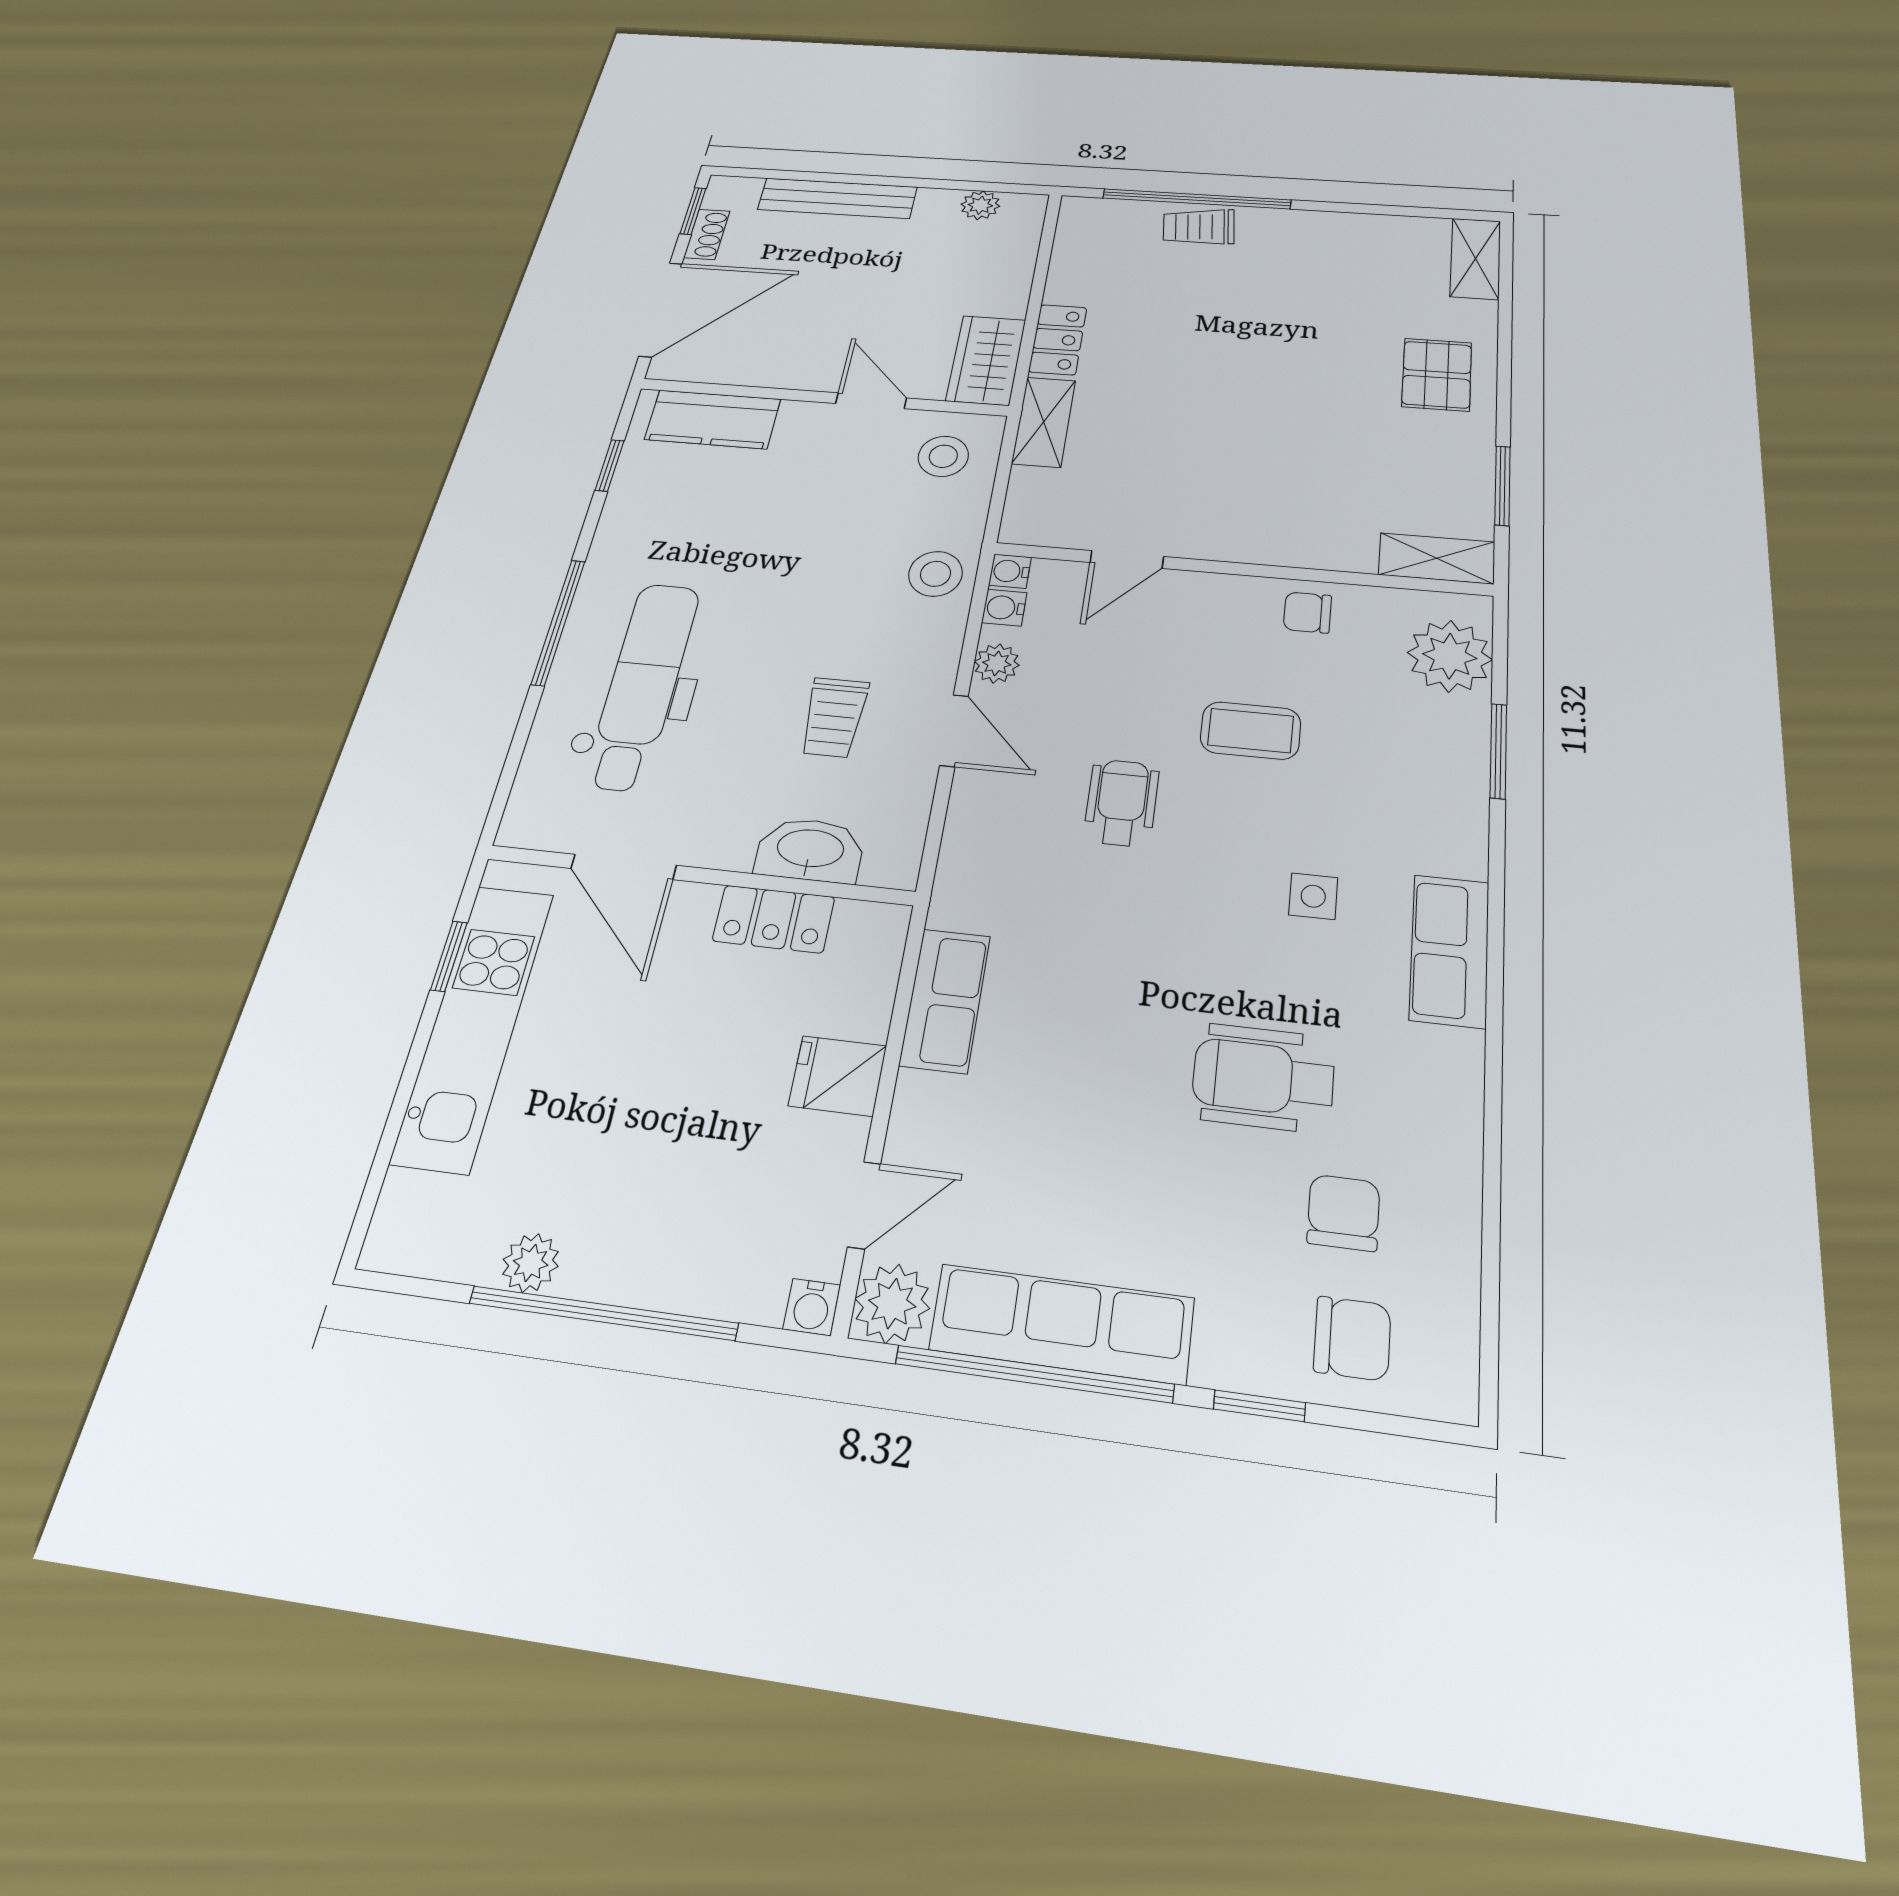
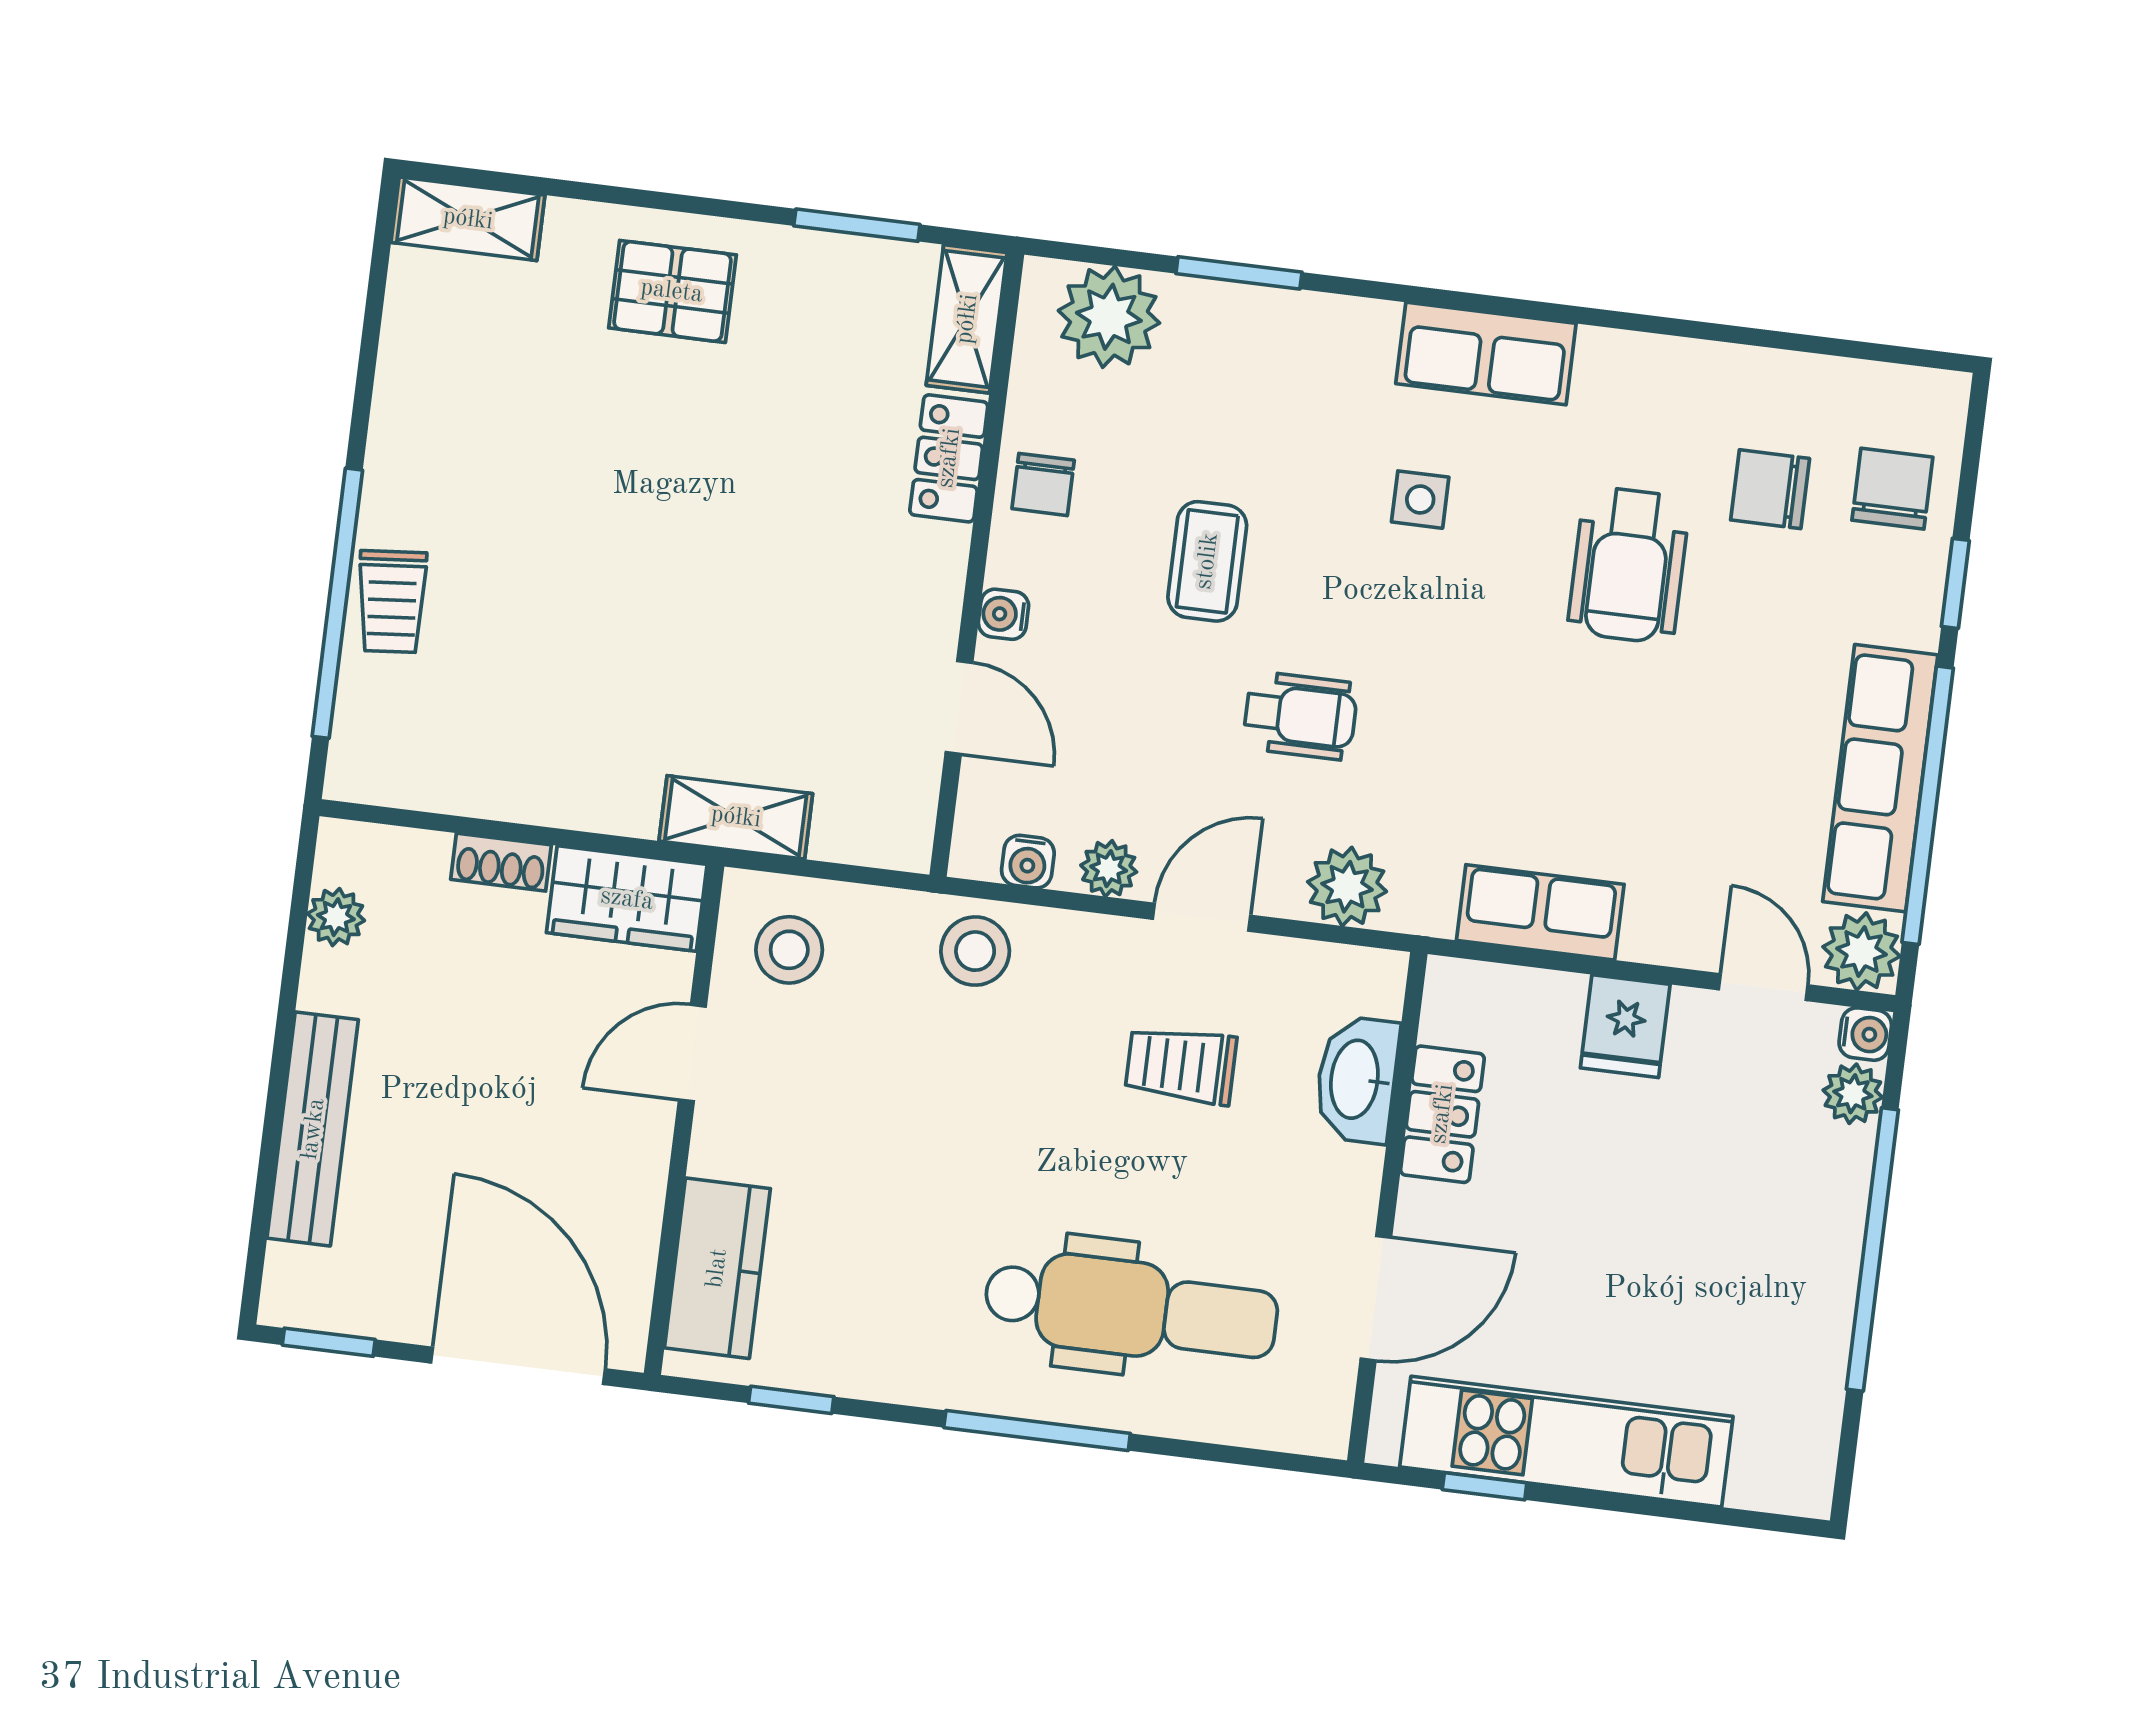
shoe rack: (707, 234) -> (501, 862), moved, turned 180
locker: (1058, 340) -> (949, 458), moved, turned -90
water cooler: (1010, 571) -> (1003, 614), moved, turned 90
dental chair: (643, 685) -> (1131, 1309), turned 180
trolley: (834, 717) -> (1181, 1065), turned 180
wheelchair: (1121, 803) -> (1300, 716), turned 180
plant: (975, 841) -> (1347, 887), added
plant: (531, 1263) -> (1853, 1094), moved

